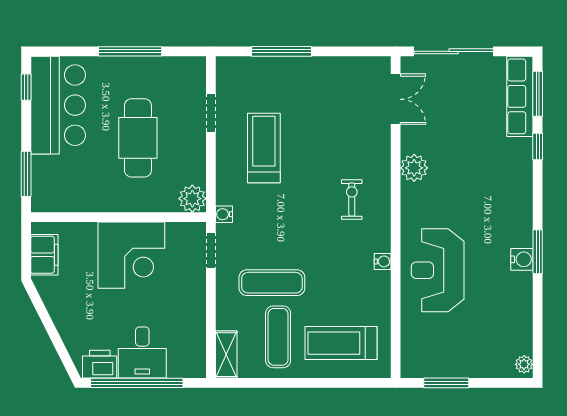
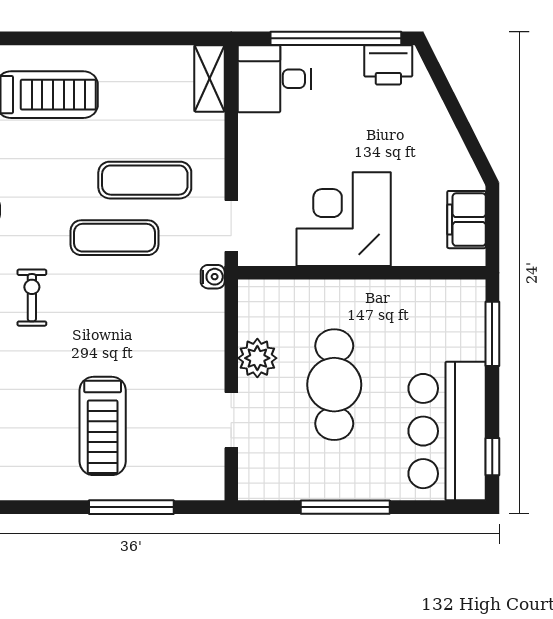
treadmill: (264, 148) -> (103, 426), moved
plant: (192, 199) -> (257, 358), moved
exercise bike: (352, 199) -> (32, 298), turned 180
exercise mat: (278, 337) -> (114, 238), moved, turned 90
desk: (142, 352) -> (274, 79), moved, turned -90

